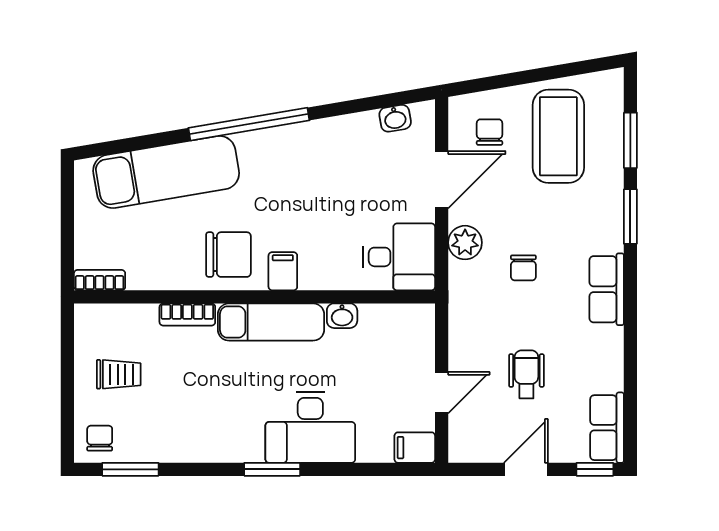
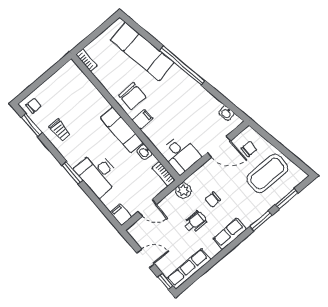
plant: (465, 243) -> (183, 191), moved
bookcase: (187, 315) -> (164, 174), moved
trolley: (119, 374) -> (60, 130), moved
wheelchair: (526, 374) -> (195, 222), moved
row of seats: (607, 428) -> (189, 269), width x1.48

